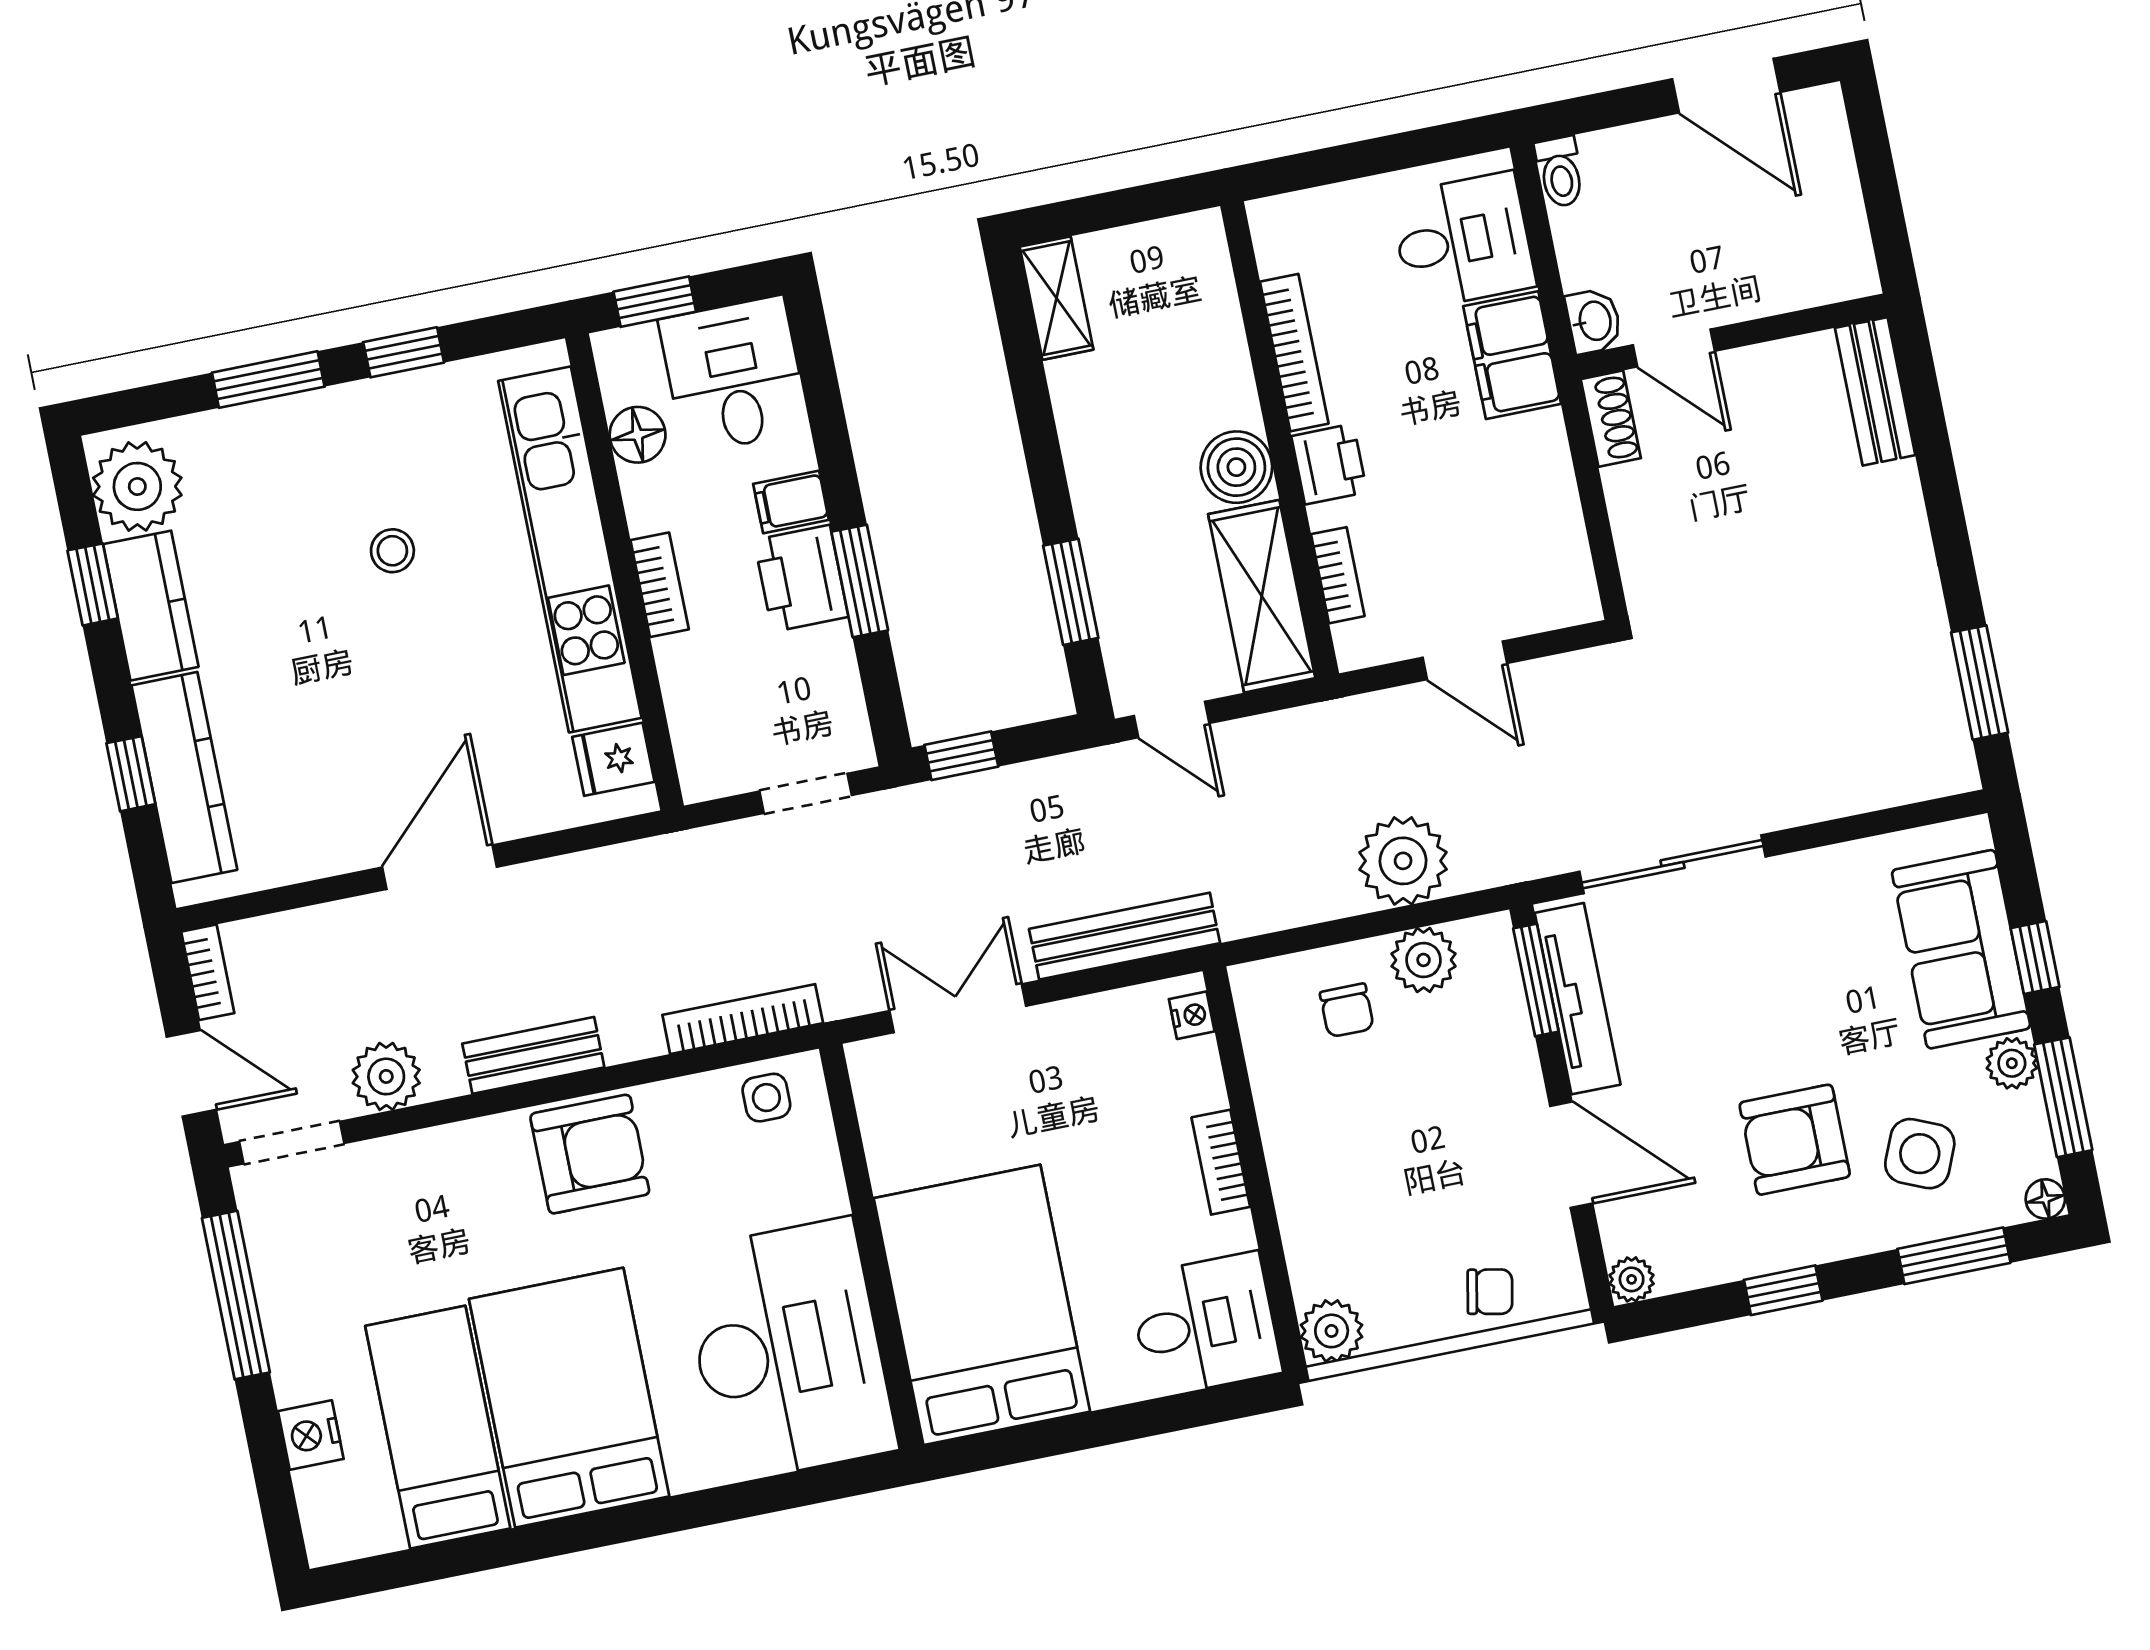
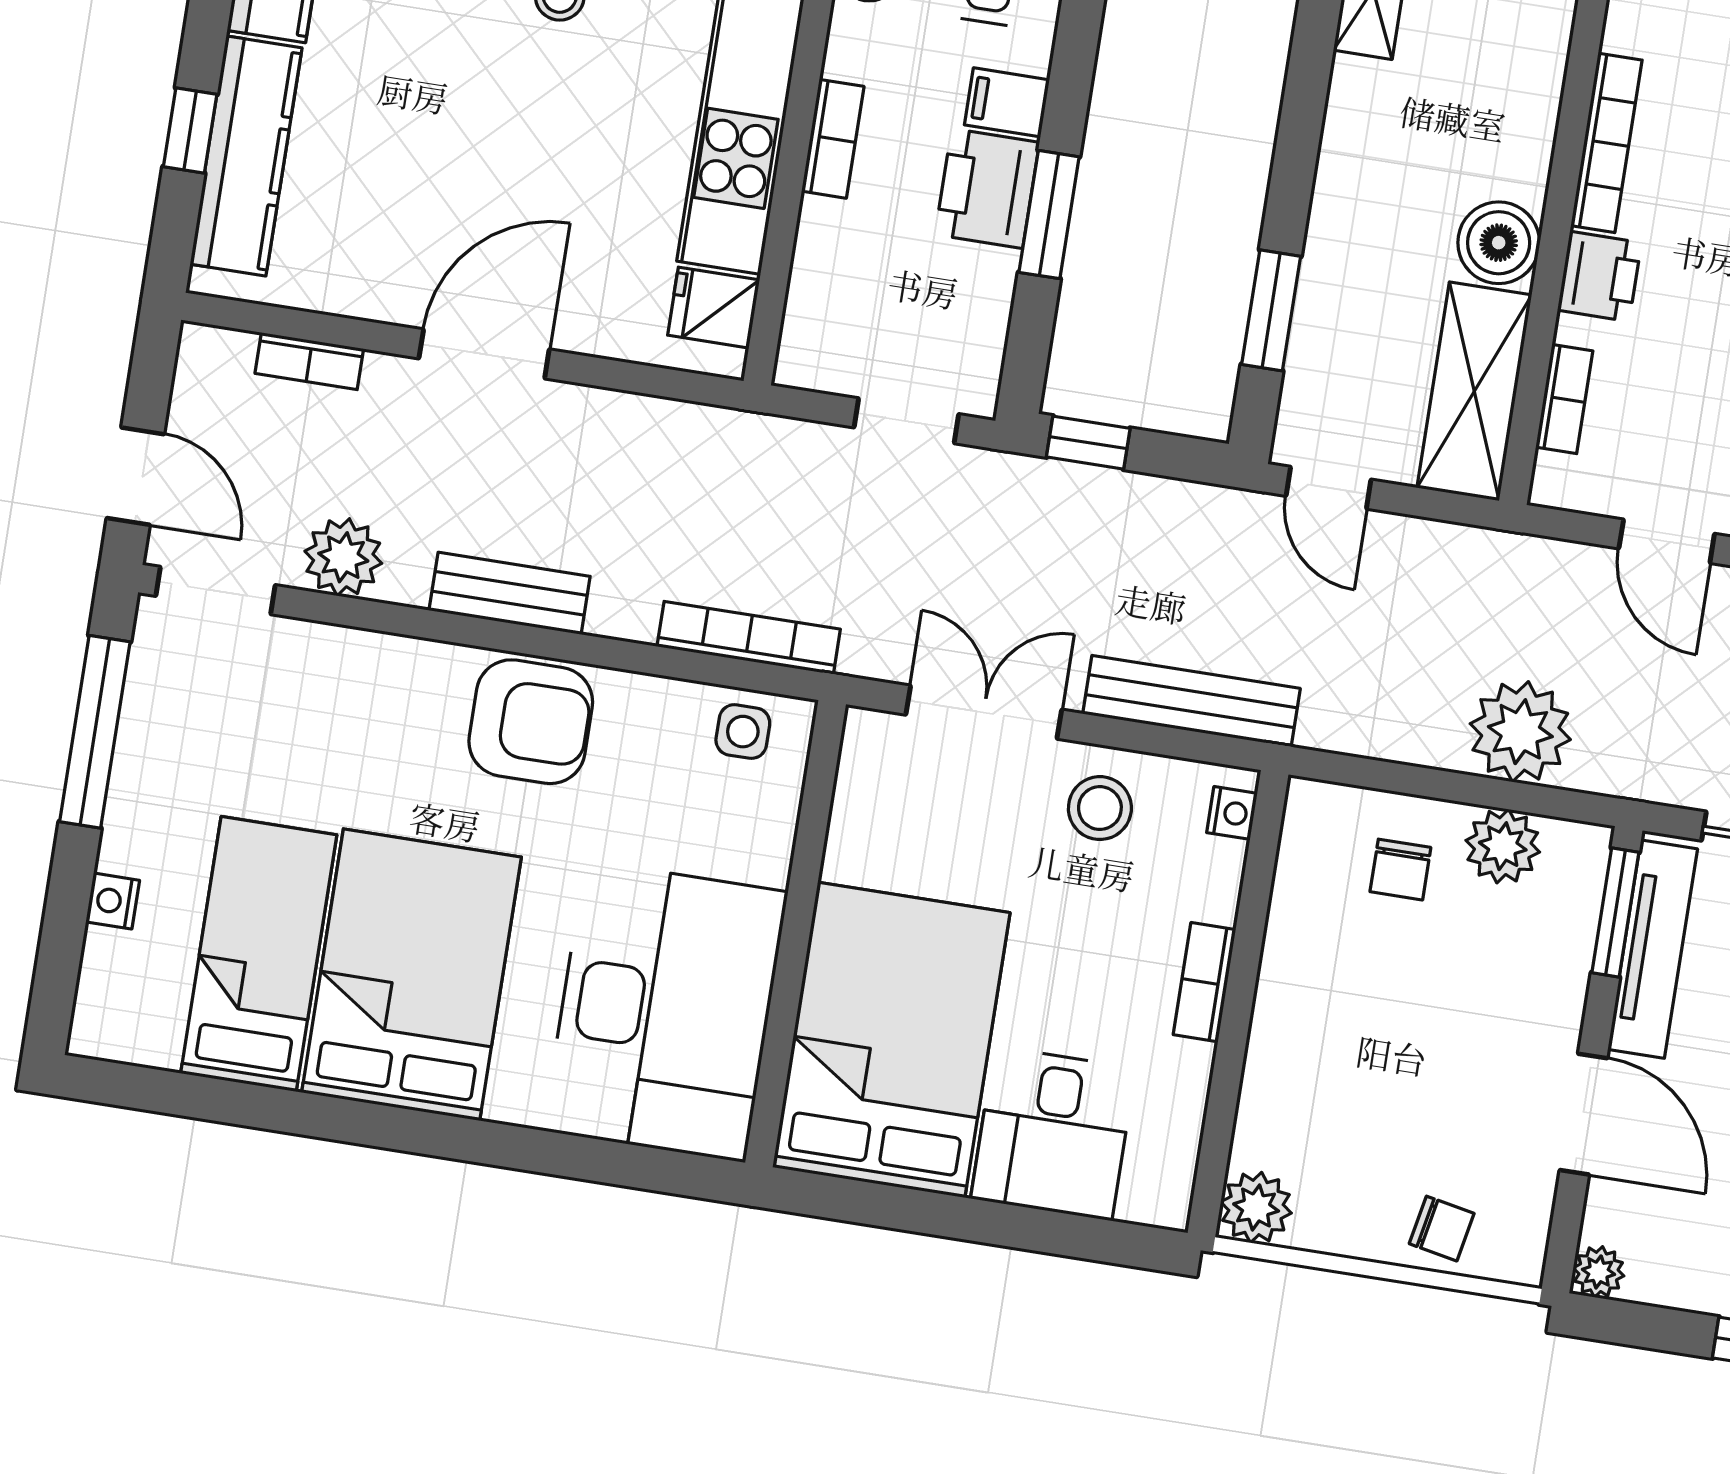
bookcase: (208, 972) -> (309, 361), moved, turned 90
stool: (1082, 1051) -> (1100, 808), added
desk: (1205, 1325) -> (1053, 1133), moved, turned 90
nightstand: (311, 1435) -> (113, 901), width x0.72, depth x0.74

